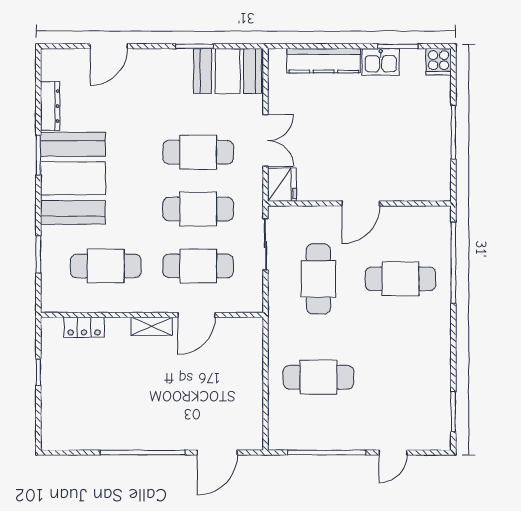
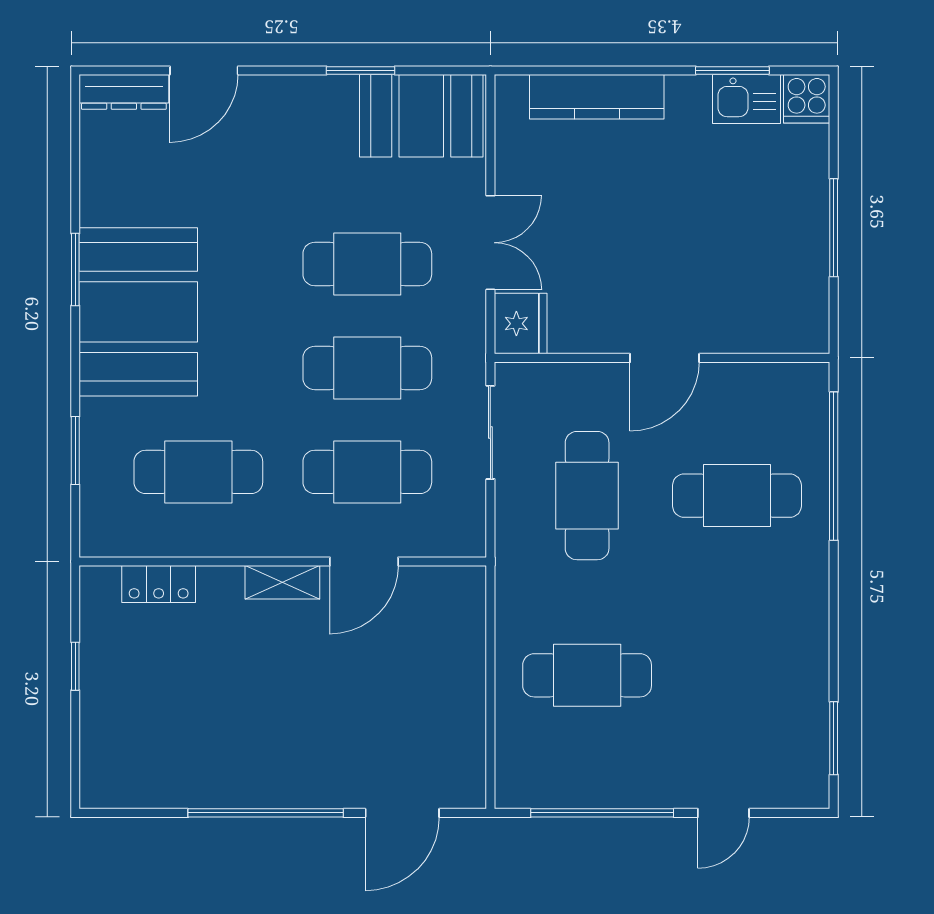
kitchen sink: (381, 62) -> (747, 99), moved
dresser: (50, 106) -> (124, 92), moved, turned 90

